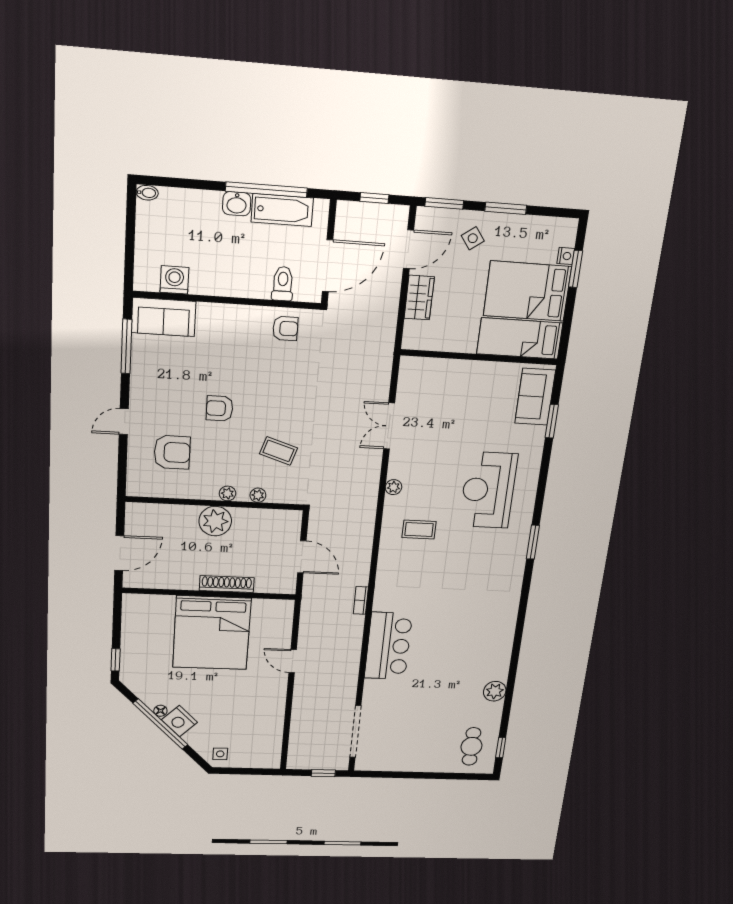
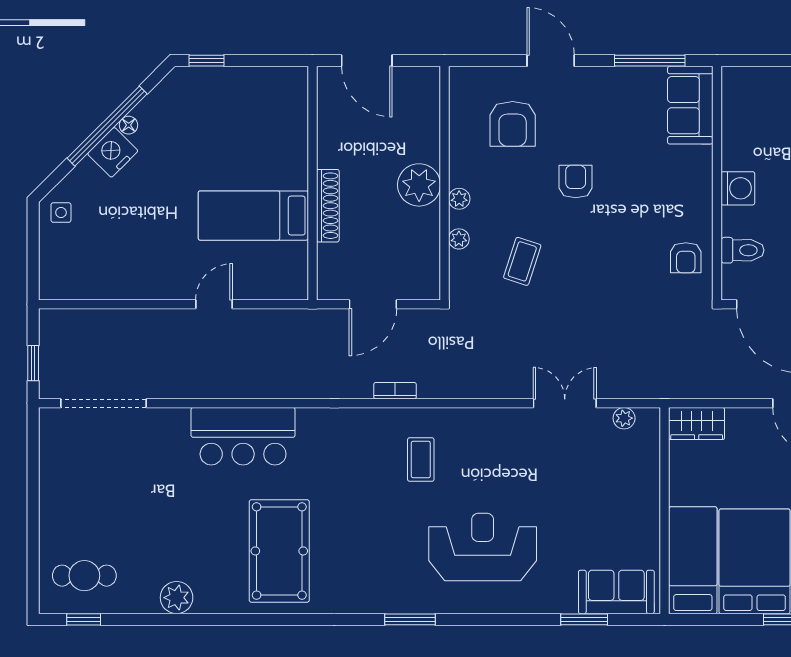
washing machine: (174, 280) -> (738, 188), moved
wardrobe: (419, 298) -> (697, 424), moved
door: (124, 422) -> (551, 61), width x1.38
plant: (394, 487) -> (624, 418), moved
bookcase: (361, 600) -> (395, 391), moved
pool table: (472, 626) -> (279, 551), added
bed: (212, 633) -> (253, 216), width x0.49

